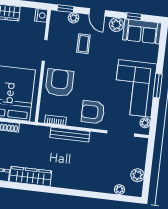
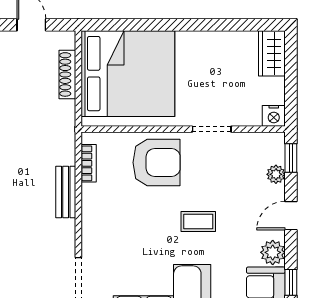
coffee table: (83, 44) -> (198, 222), moved
armchair: (93, 112) -> (111, 229), removed
bench: (70, 135) -> (66, 192), width x0.73

